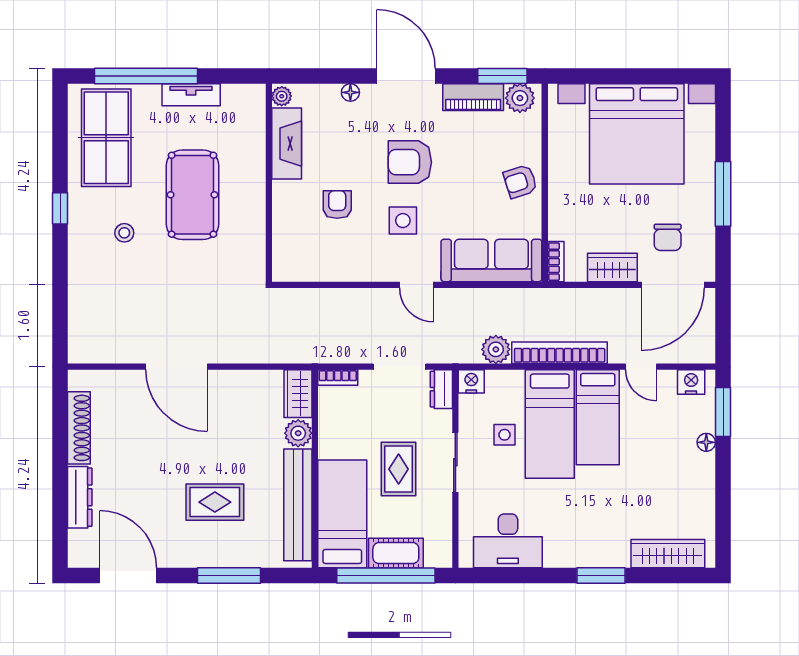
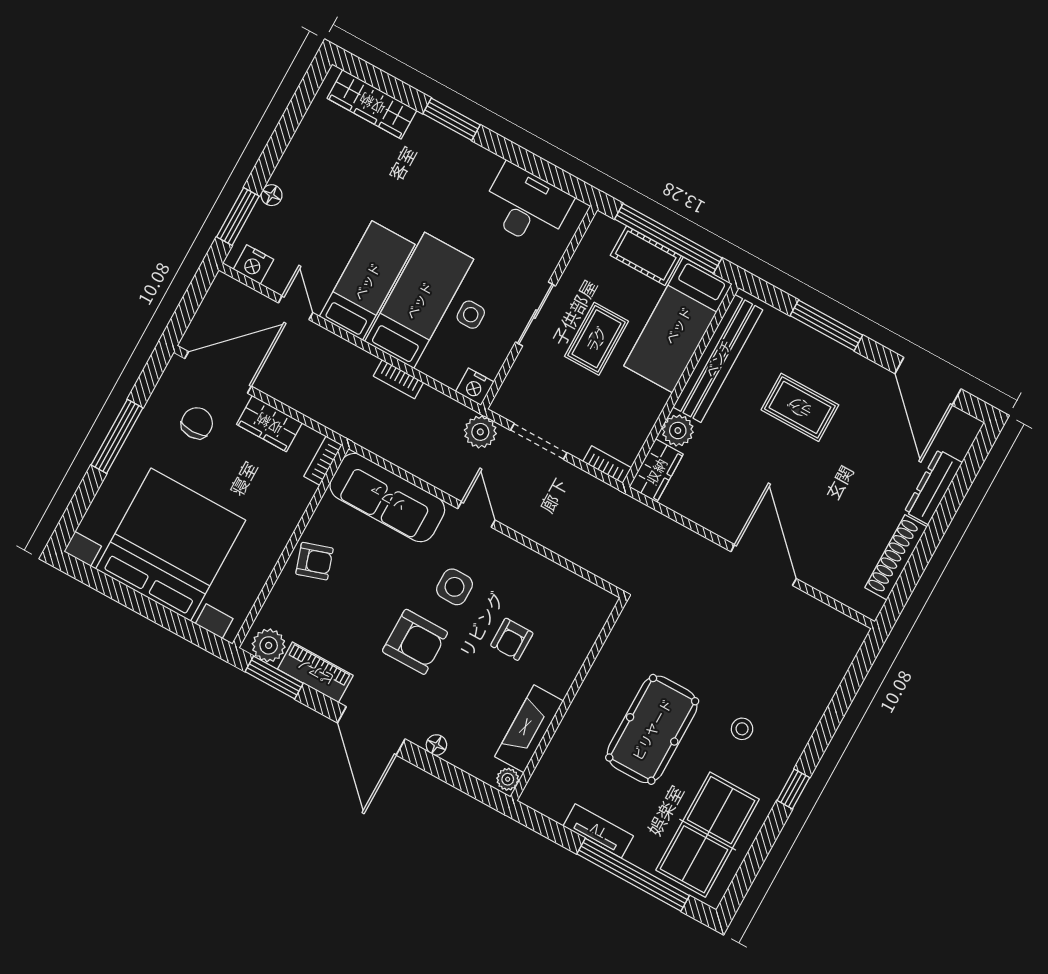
plant: (496, 349) -> (480, 432), moved
bookcase: (560, 353) -> (398, 379), width x0.43, depth x0.76
dresser: (441, 389) -> (509, 396), removed

